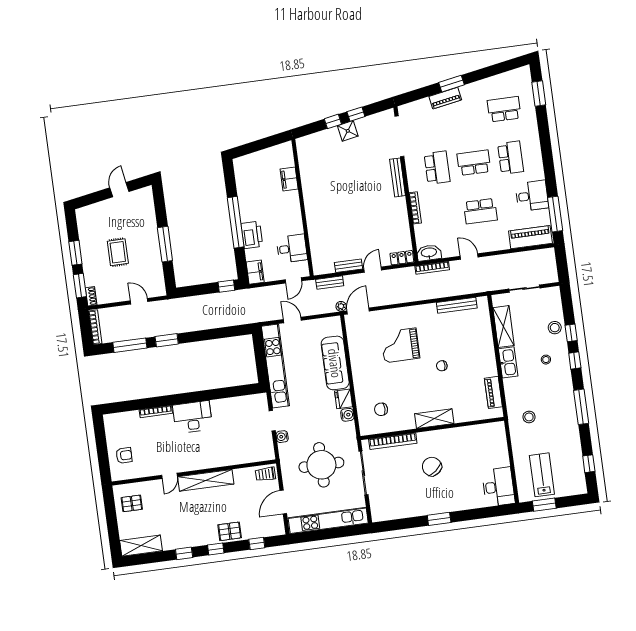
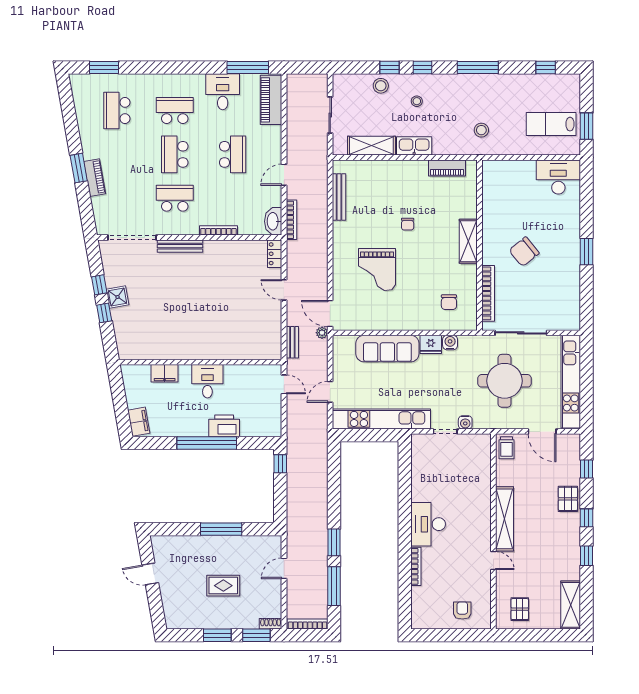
desk: (292, 249) -> (207, 381), moved
bench: (349, 266) -> (276, 317), removed
filing cabinet: (255, 272) -> (139, 422), moved, turned 80

